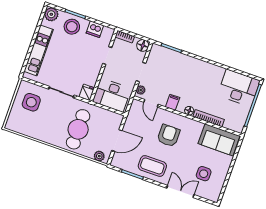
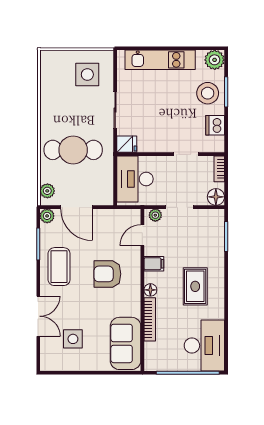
rug: (197, 80) -> (195, 286), added
armchair: (169, 136) -> (107, 274), turned 180
plant: (116, 162) -> (47, 216), added

